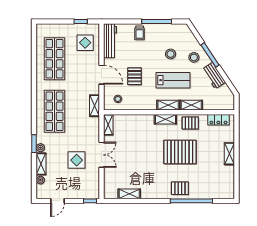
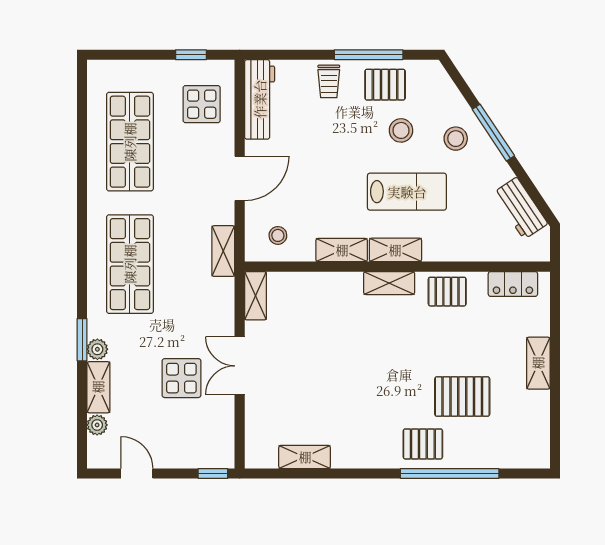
door: (101, 75) -> (240, 178), hinge flipped
pallet: (134, 76) -> (385, 85), moved, turned 90
workbench: (214, 76) -> (520, 208), moved
shelving: (191, 105) -> (342, 250), moved
pallet: (180, 152) -> (462, 397), moved, width x0.73, depth x0.71
double door: (101, 155) -> (240, 366), swing flipped
door: (57, 201) -> (137, 474), swing flipped

